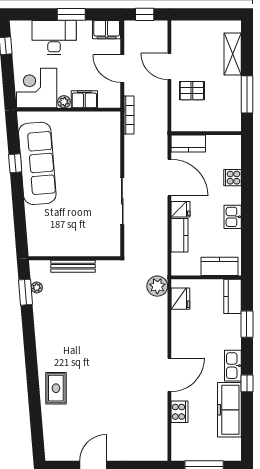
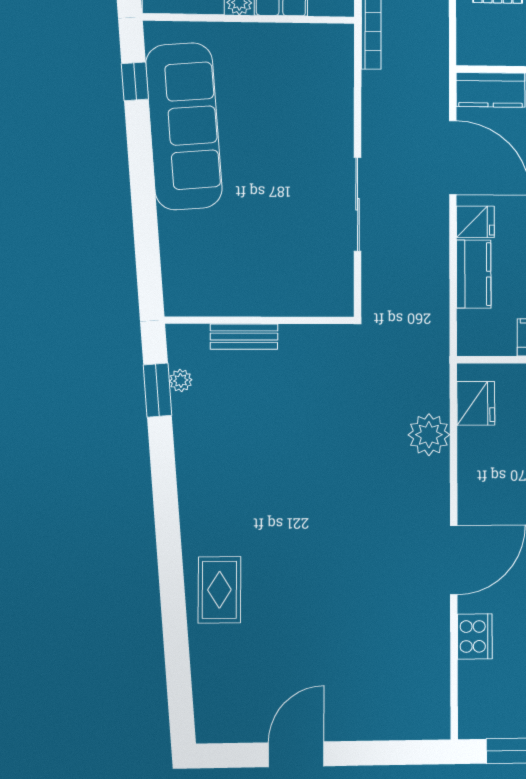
window: (15, 163) -> (135, 81), moved
bench: (73, 266) -> (244, 337), width x0.73
plant: (157, 286) -> (429, 435), moved

